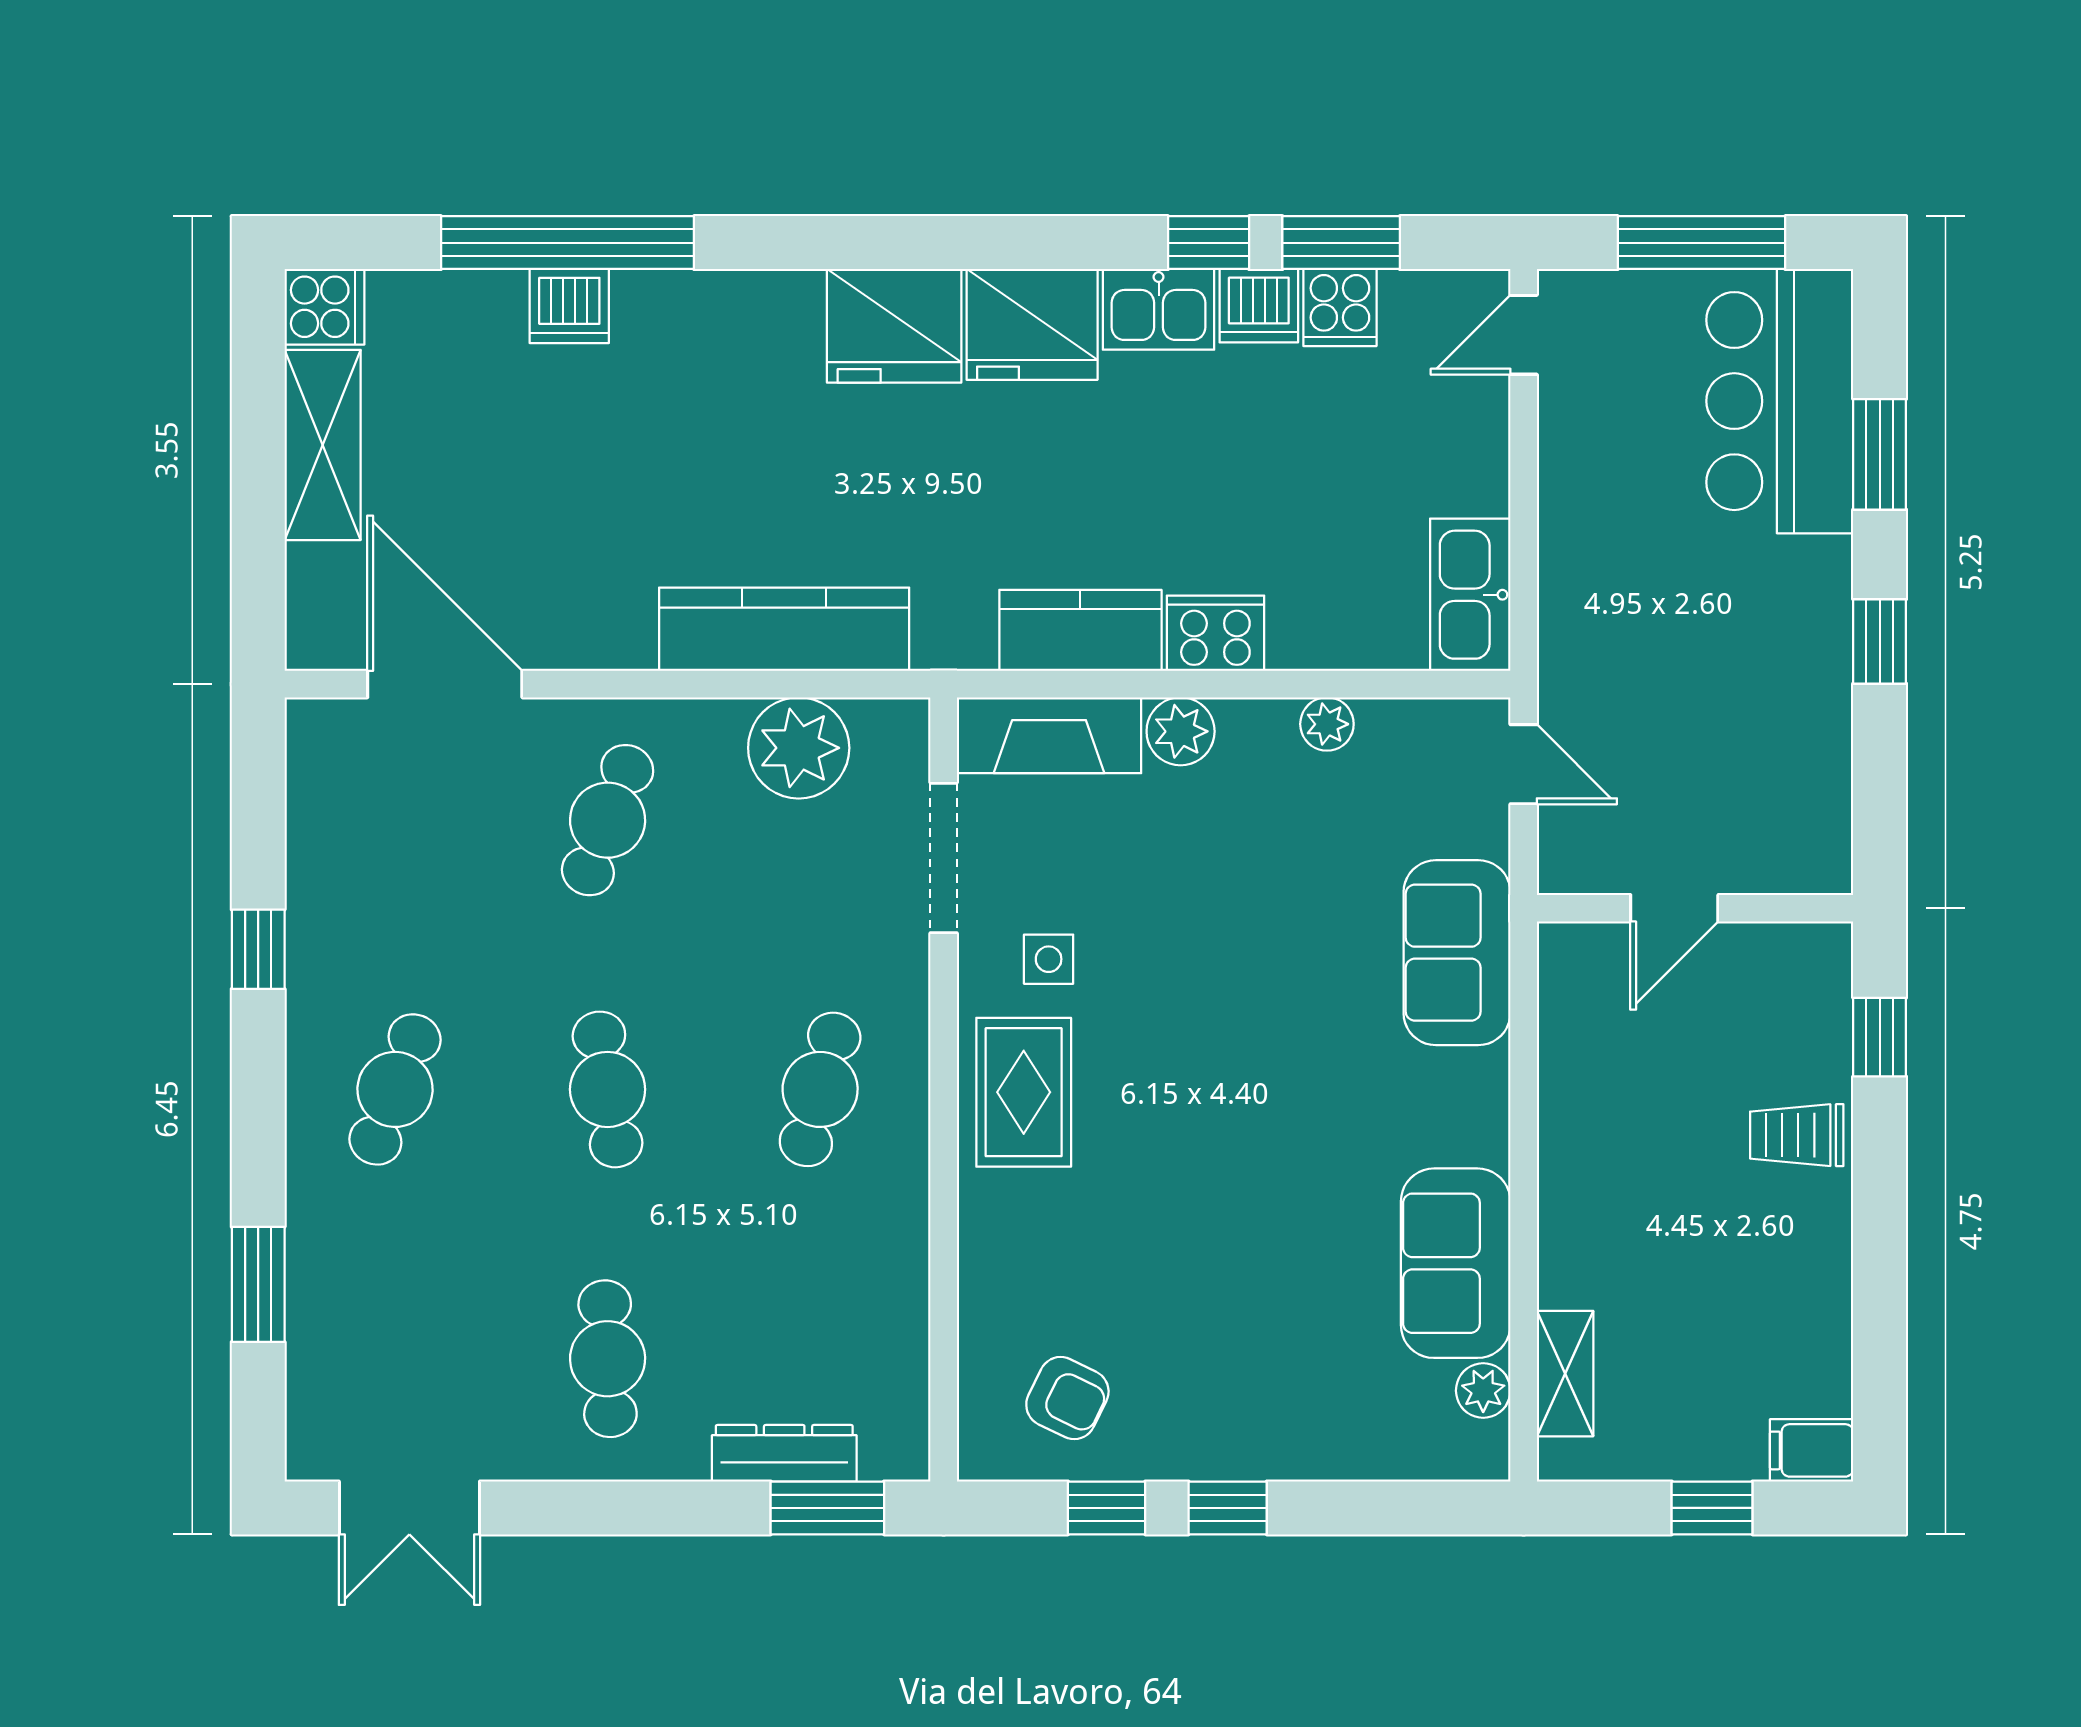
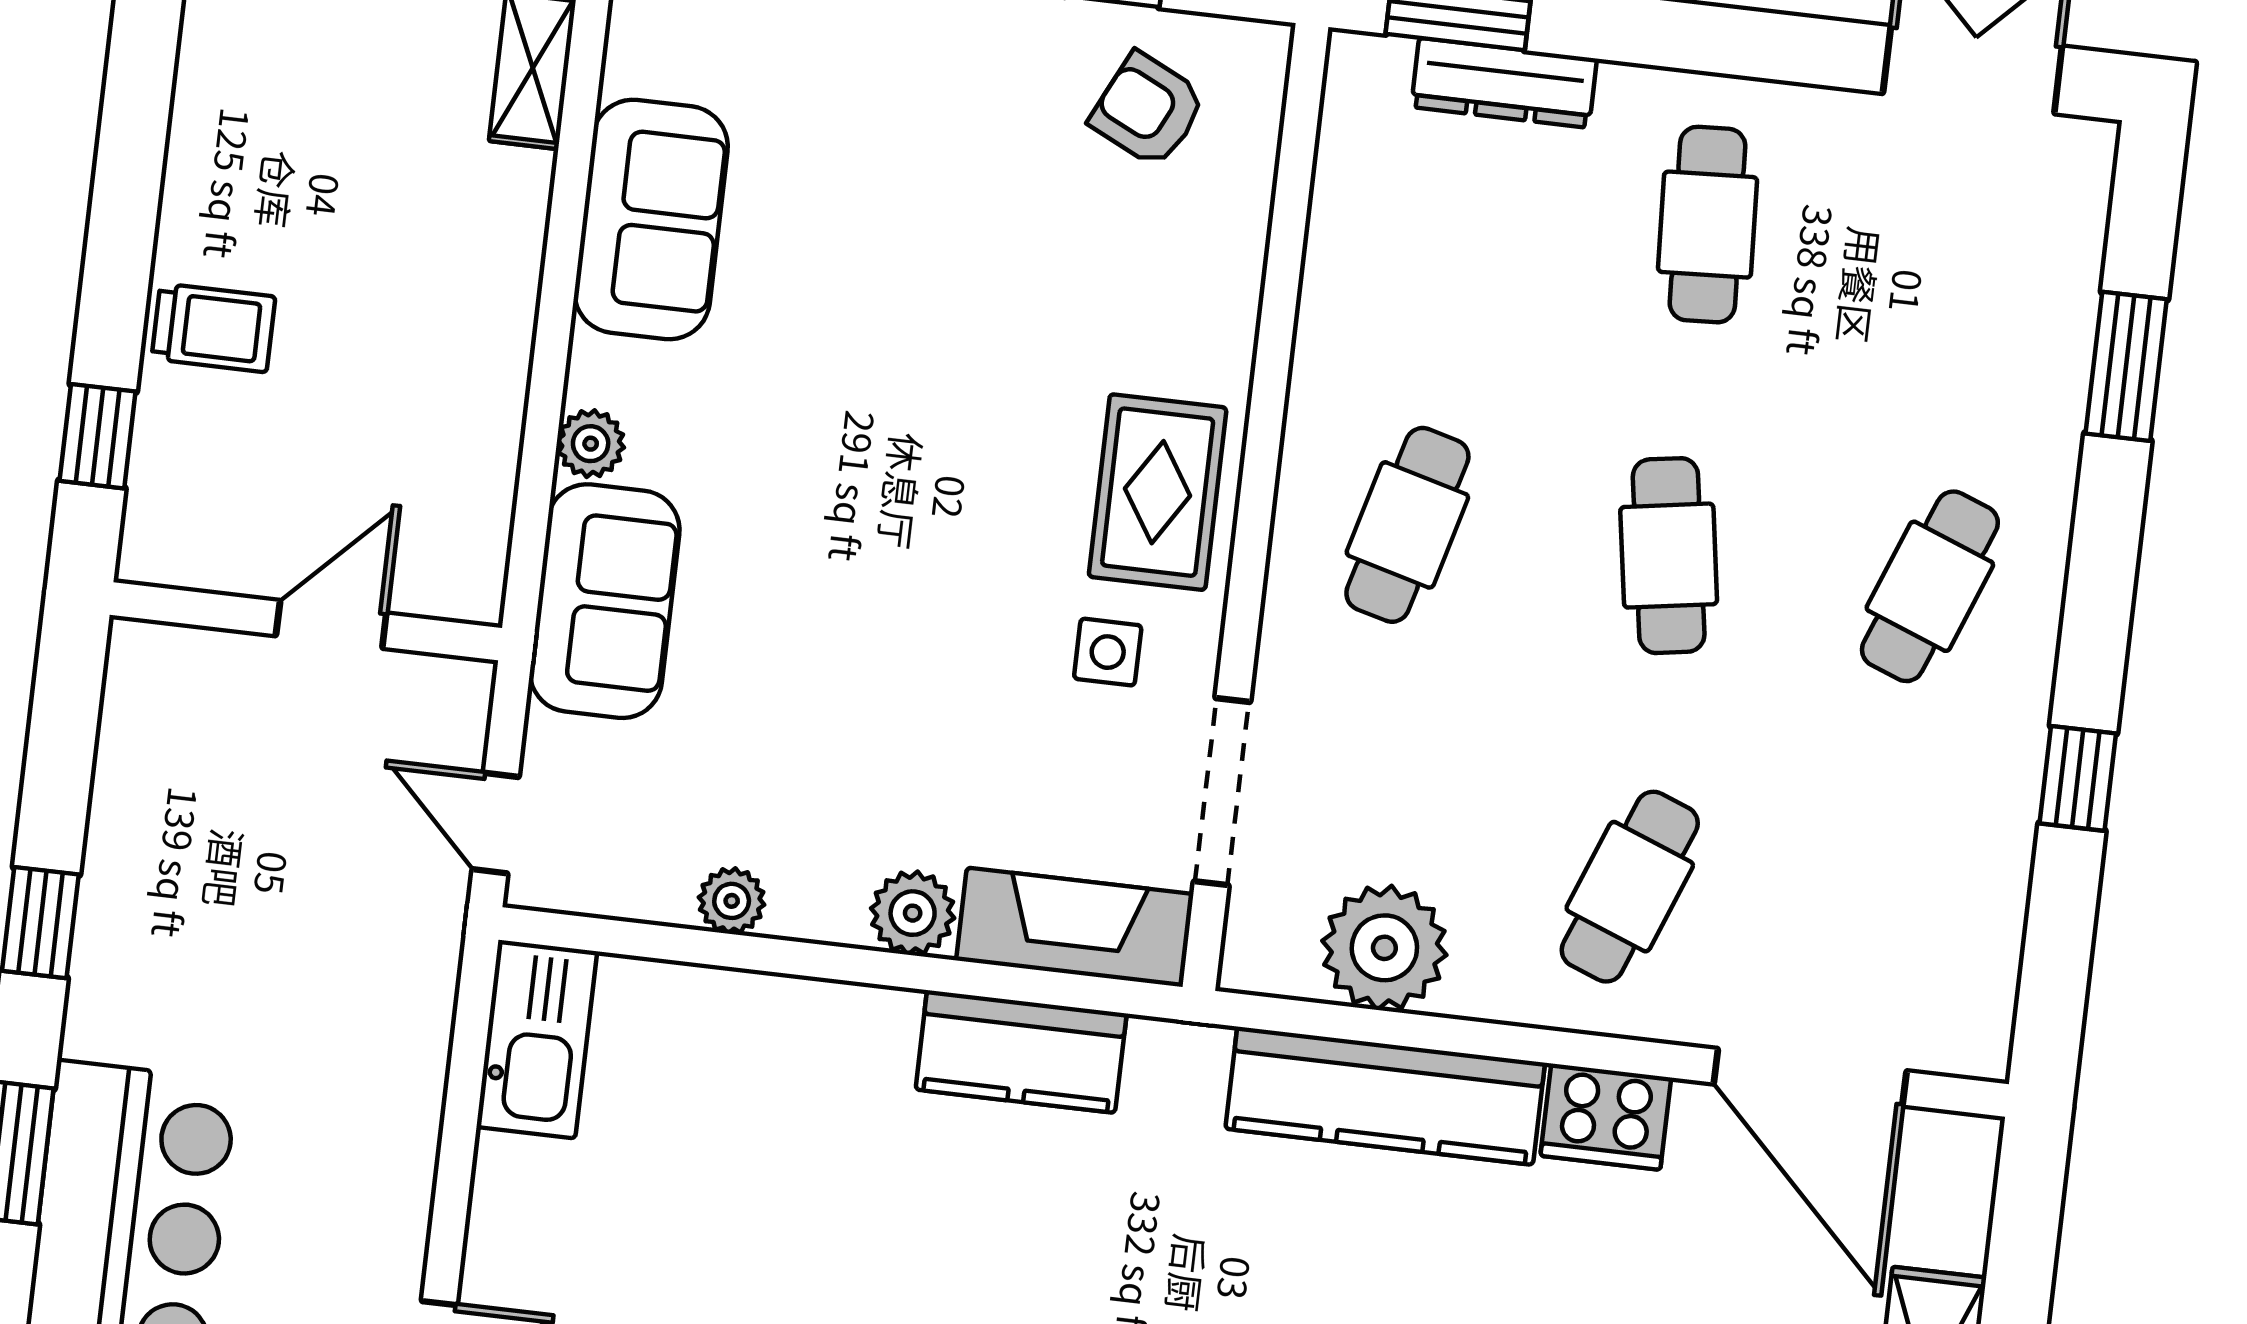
cooker: (1215, 633) -> (1606, 1117), moved
plant: (1483, 1391) -> (591, 444), moved

